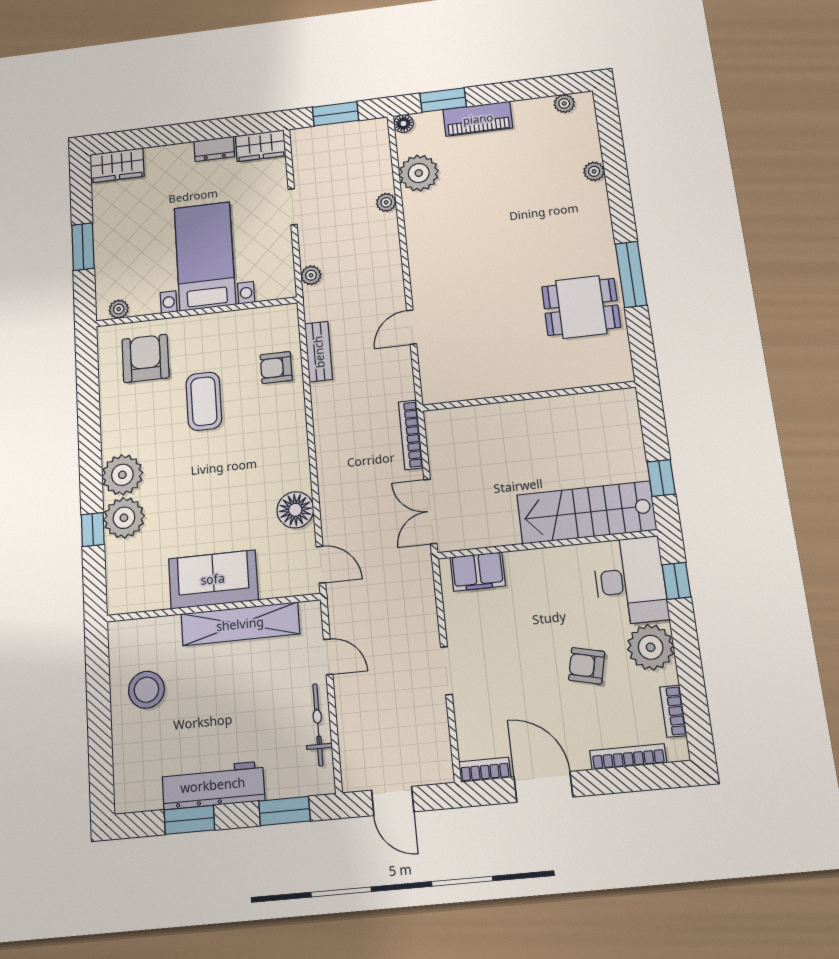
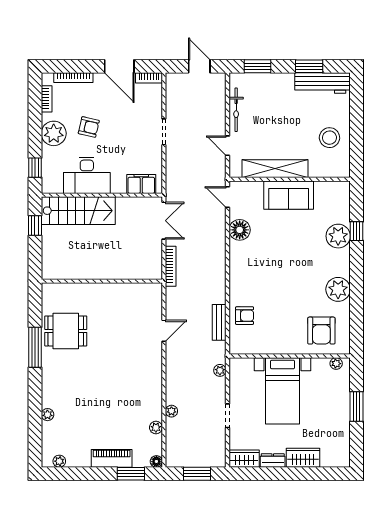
wardrobe: (117, 165) -> (303, 458), moved
plant: (419, 173) -> (156, 428), width x0.53, depth x0.53
coffee table: (204, 401) -> (288, 300), removed
plant: (122, 475) -> (338, 289), moved
desk: (630, 581) -> (87, 175), moved, turned -90
workbench: (213, 785) -> (323, 83), moved

